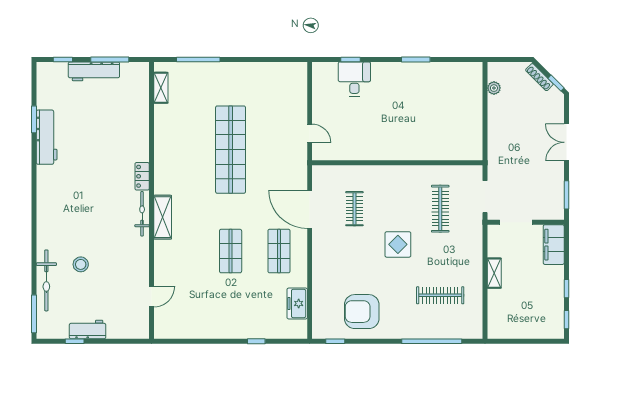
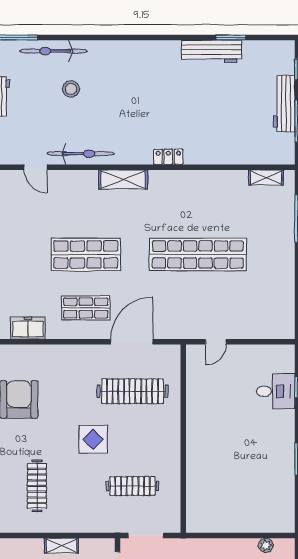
clothes rail: (354, 209) -> (133, 391), width x1.86, depth x1.31
bicycle: (142, 214) -> (81, 154), moved, width x1.37, depth x1.40
shop shelf: (231, 251) -> (86, 255), width x1.43, depth x1.36

